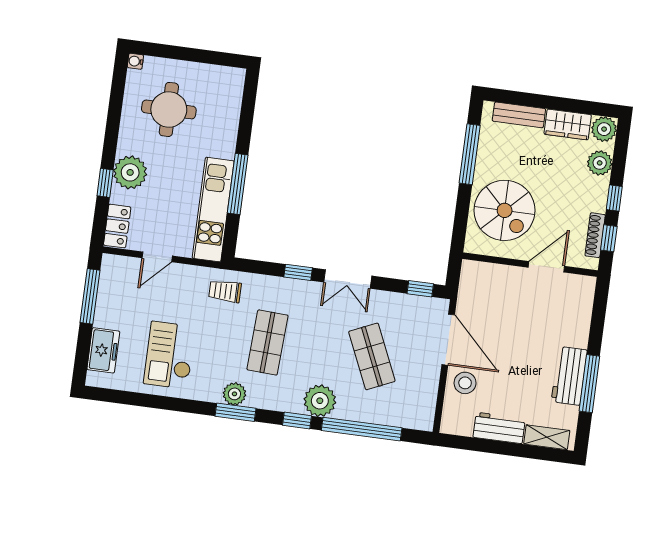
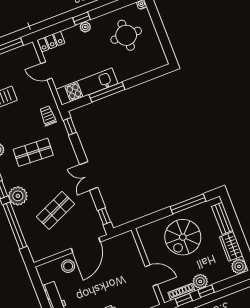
plant: (600, 163) -> (200, 281), moved
plant: (130, 172) -> (85, 27), width x0.53, depth x0.53
window: (105, 183) -> (81, 19), moved
spiral stairs: (505, 210) -> (183, 237), moved
window: (298, 272) -> (70, 126), moved

